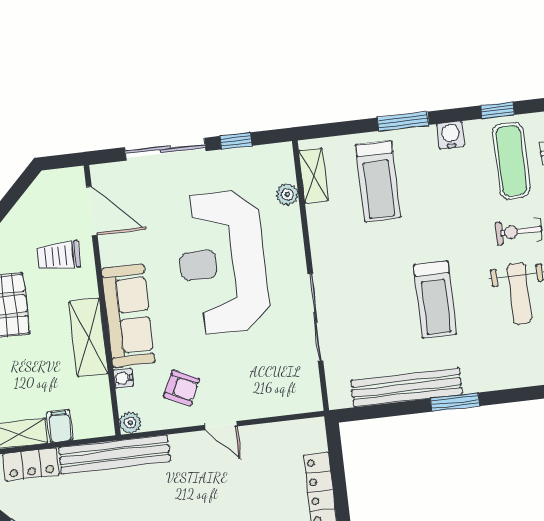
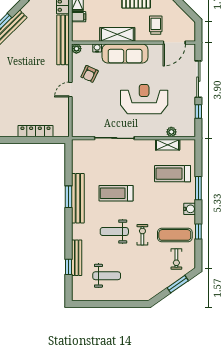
shelving: (313, 176) -> (168, 145), moved
reception desk: (223, 262) -> (144, 99), width x0.74, depth x0.77
bench: (407, 387) -> (78, 198), moved

